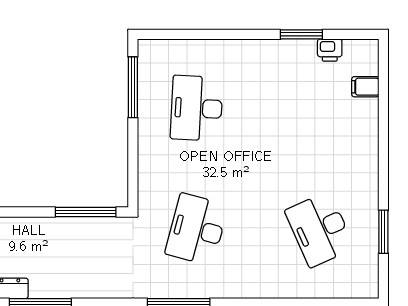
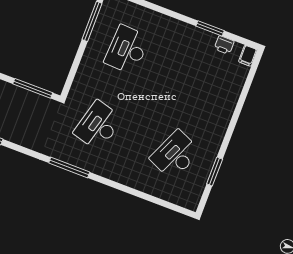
filing cabinet: (365, 87) -> (248, 56), moved, turned -90
desk: (320, 229) -> (175, 155), turned 48

